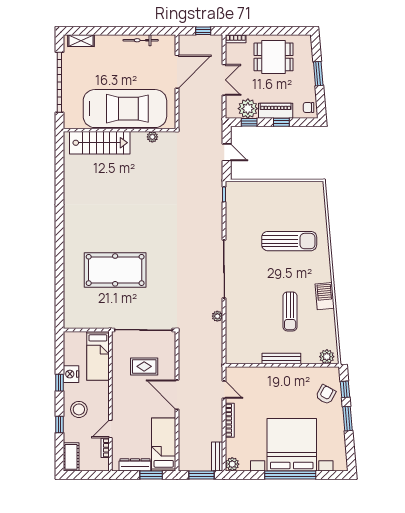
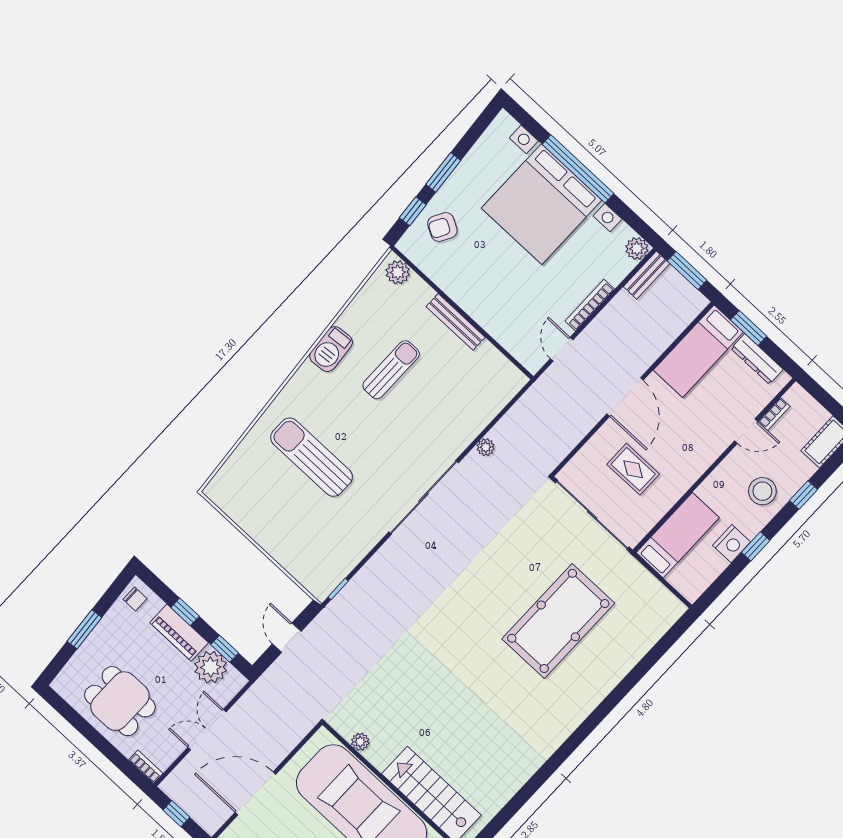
pool table: (115, 270) -> (558, 621), turned 90

